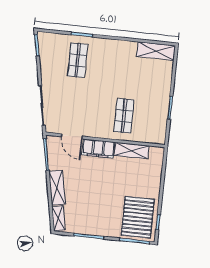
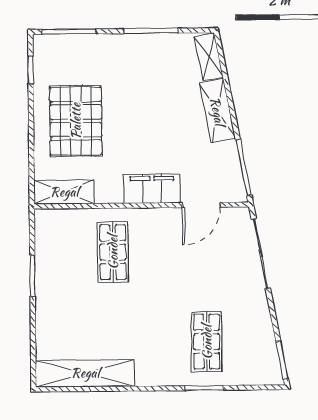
shelving: (156, 51) -> (85, 373), width x1.47
door: (72, 136) -> (201, 205), swing flipped
shelving: (132, 151) -> (64, 192), moved
pallet: (138, 217) -> (76, 121), moved

